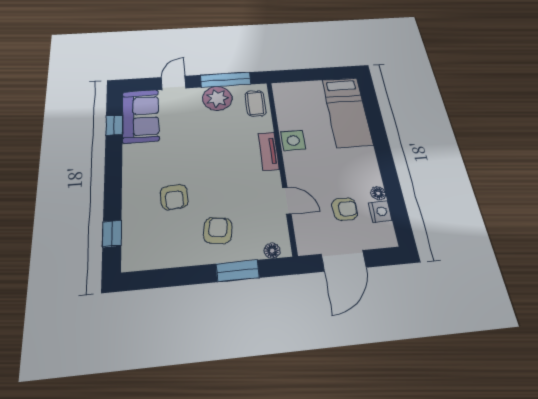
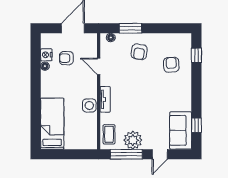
armchair: (174, 197) -> (171, 65), moved

